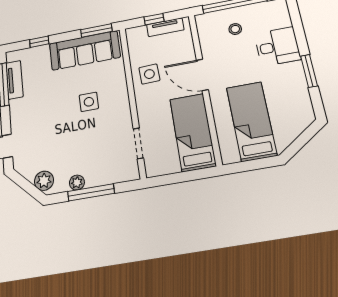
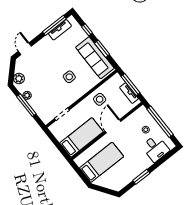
window: (154, 19) -> (130, 85), width x2.17
window: (96, 31) -> (102, 49), moved
desk: (277, 47) -> (155, 148), moved

